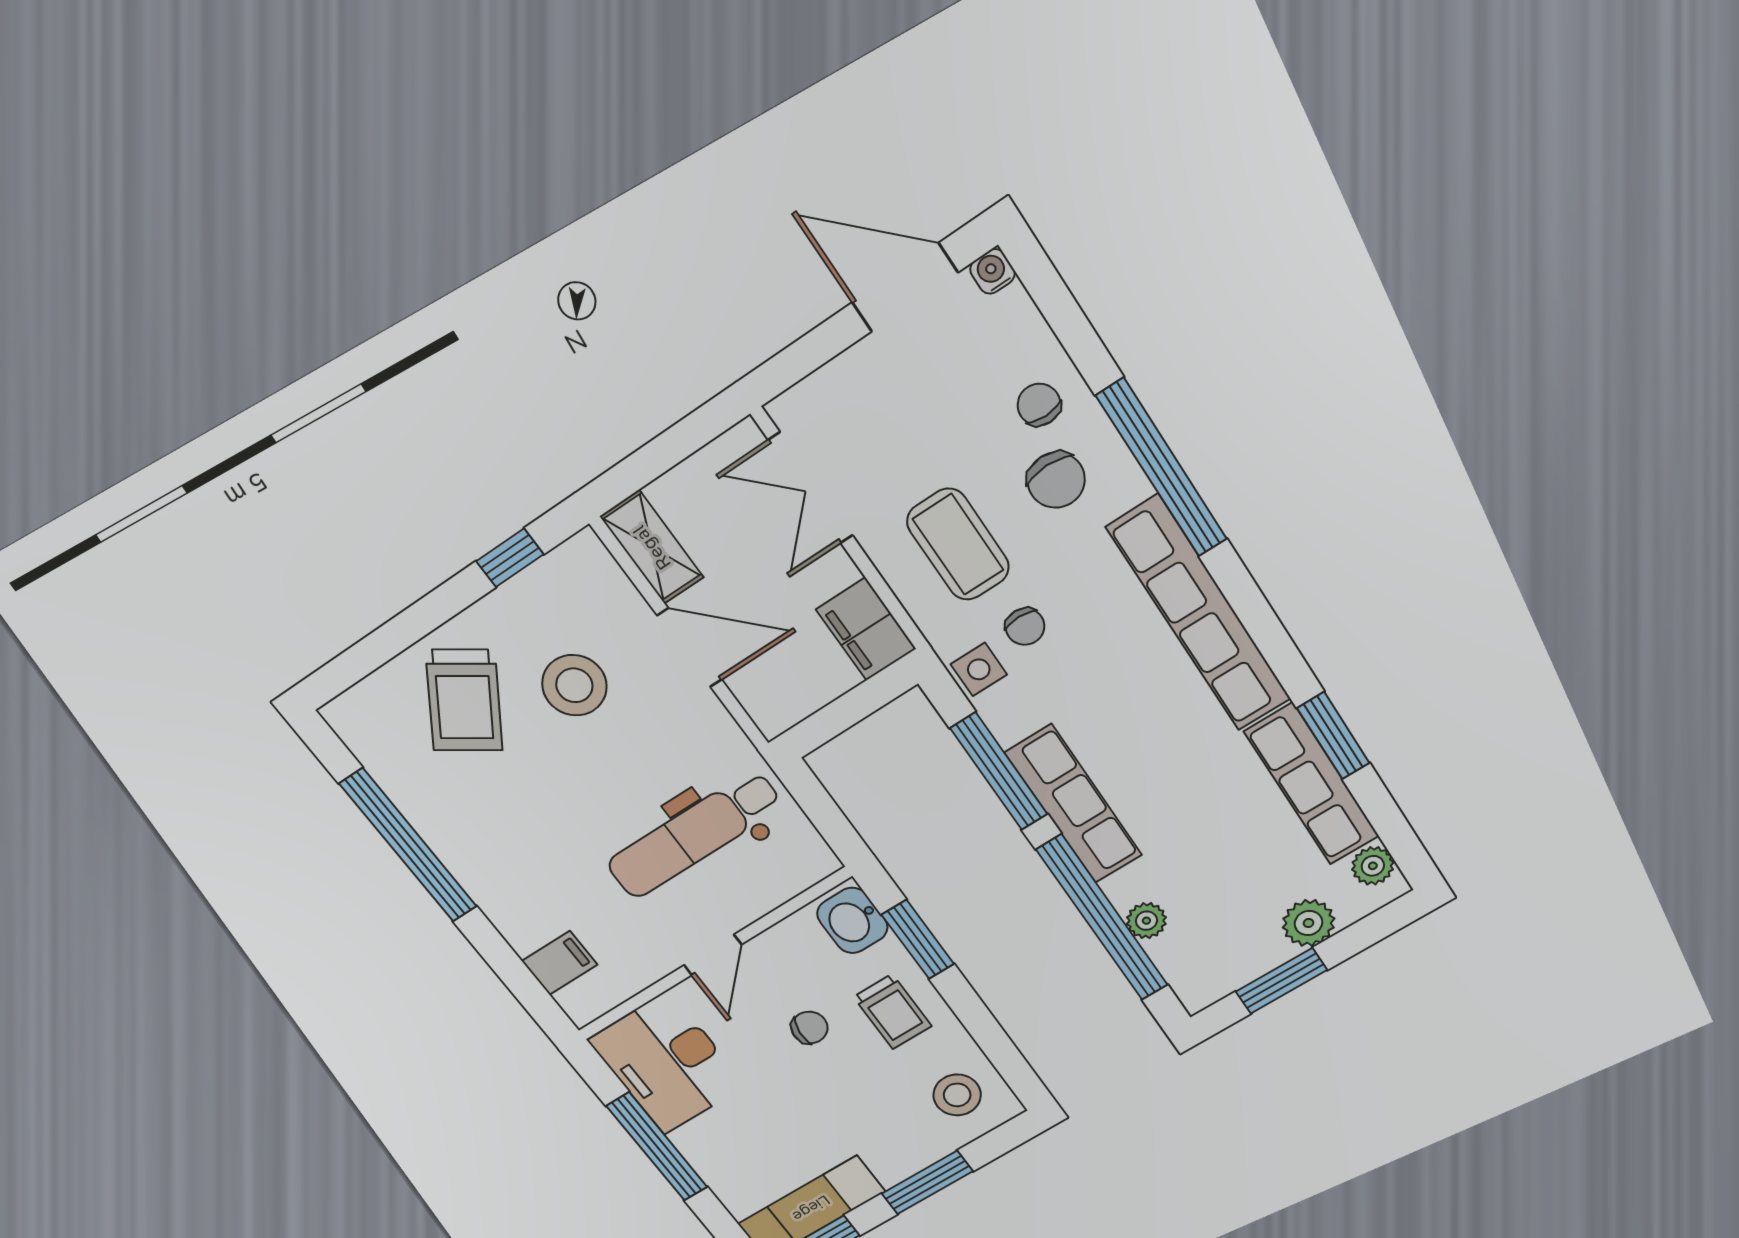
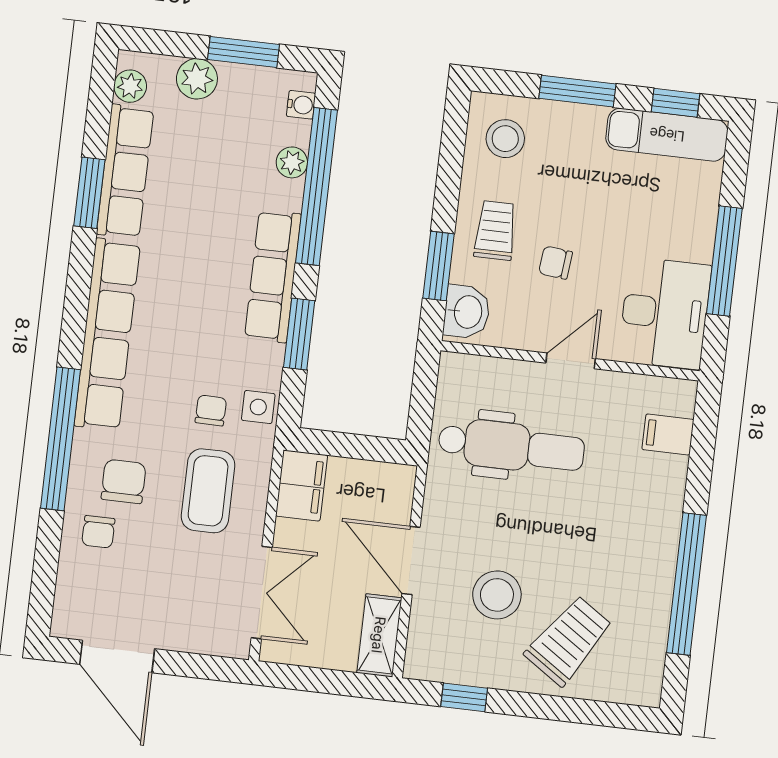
water cooler: (993, 271) -> (301, 105), moved, turned -90
window: (999, 771) -> (299, 334), width x0.69

